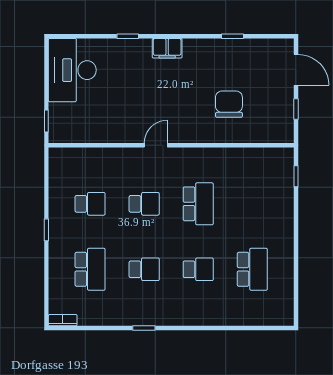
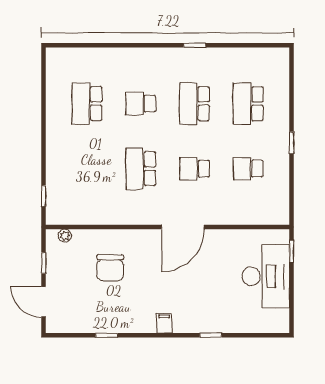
filing cabinet: (167, 48) -> (164, 323), width x0.50
desk: (72, 70) -> (266, 276), moved
plant: (275, 136) -> (65, 236), added
door: (156, 145) -> (183, 227), width x1.88
school desk: (144, 269) -> (194, 104), width x1.85
bookcase: (63, 320) -> (275, 53), removed

